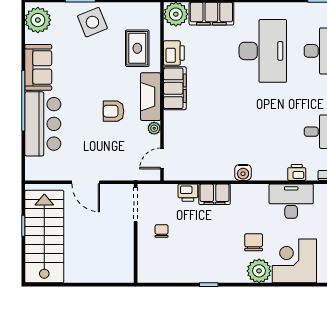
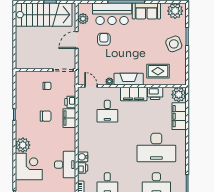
armchair: (113, 111) -> (104, 39), moved
desk: (203, 132) -> (107, 111), added
plant: (51, 172) -> (83, 19), added
water cooler: (243, 172) -> (83, 157), moved
chair: (254, 242) -> (46, 116), moved

